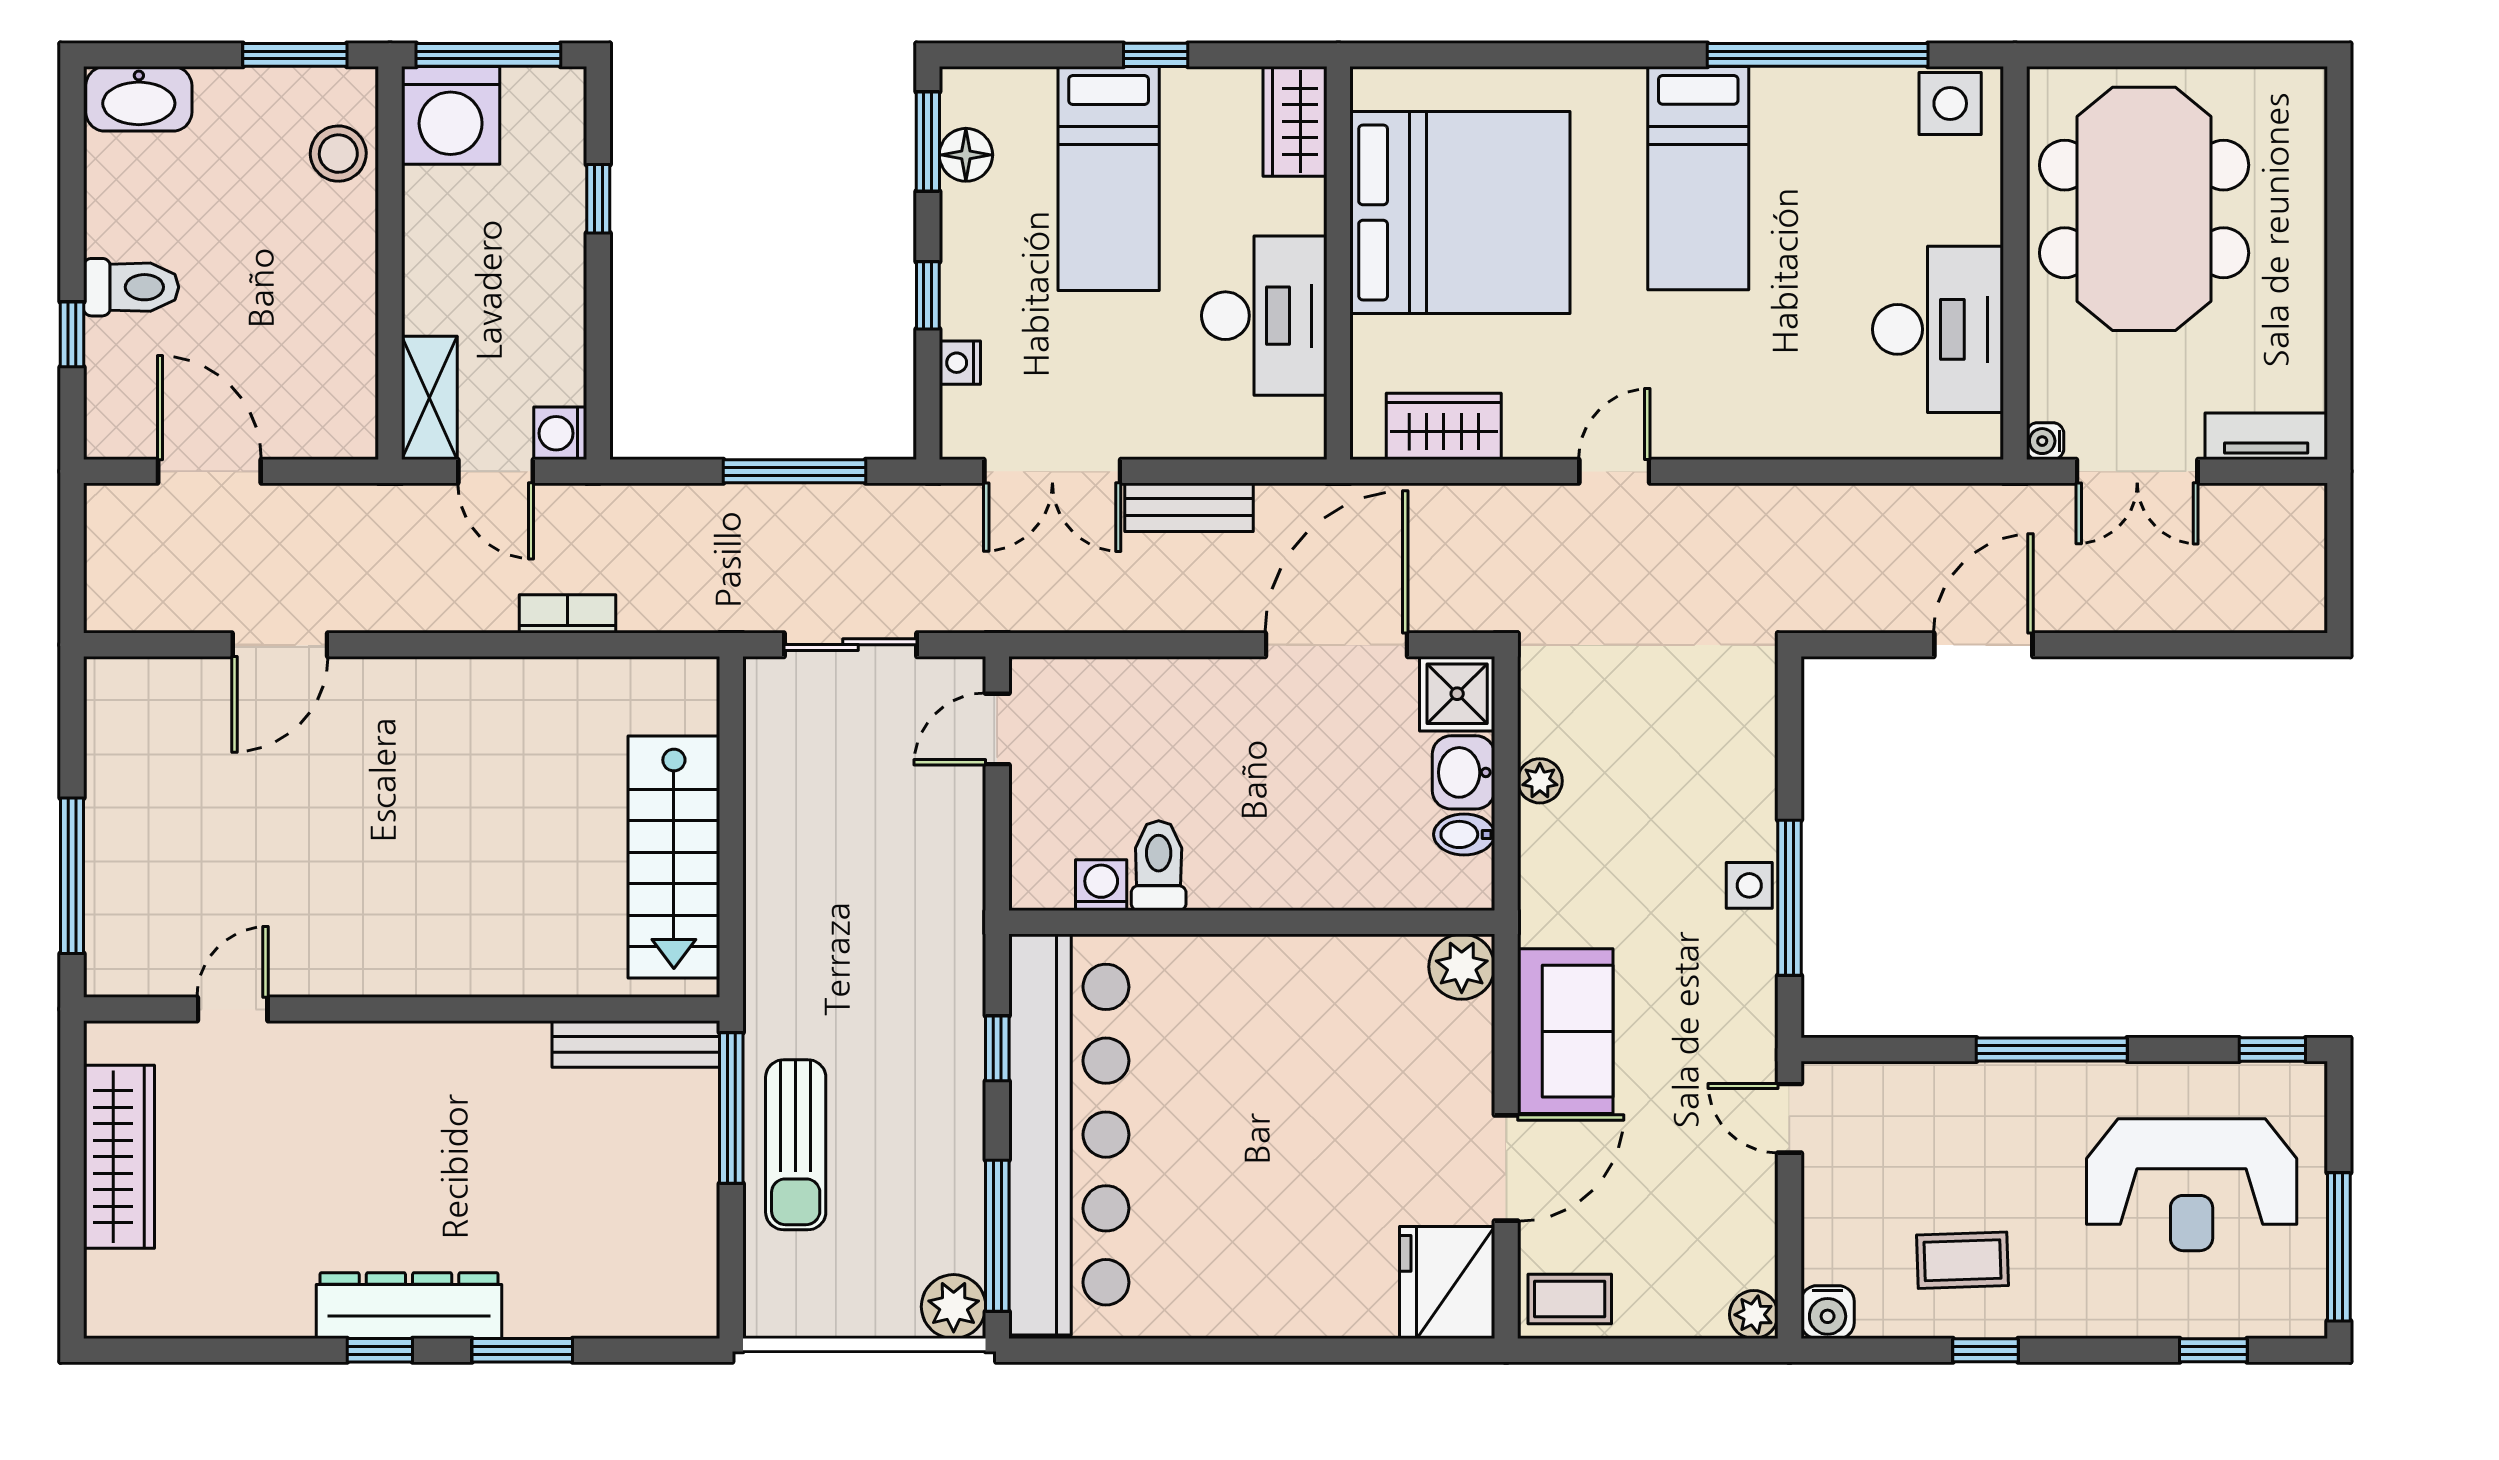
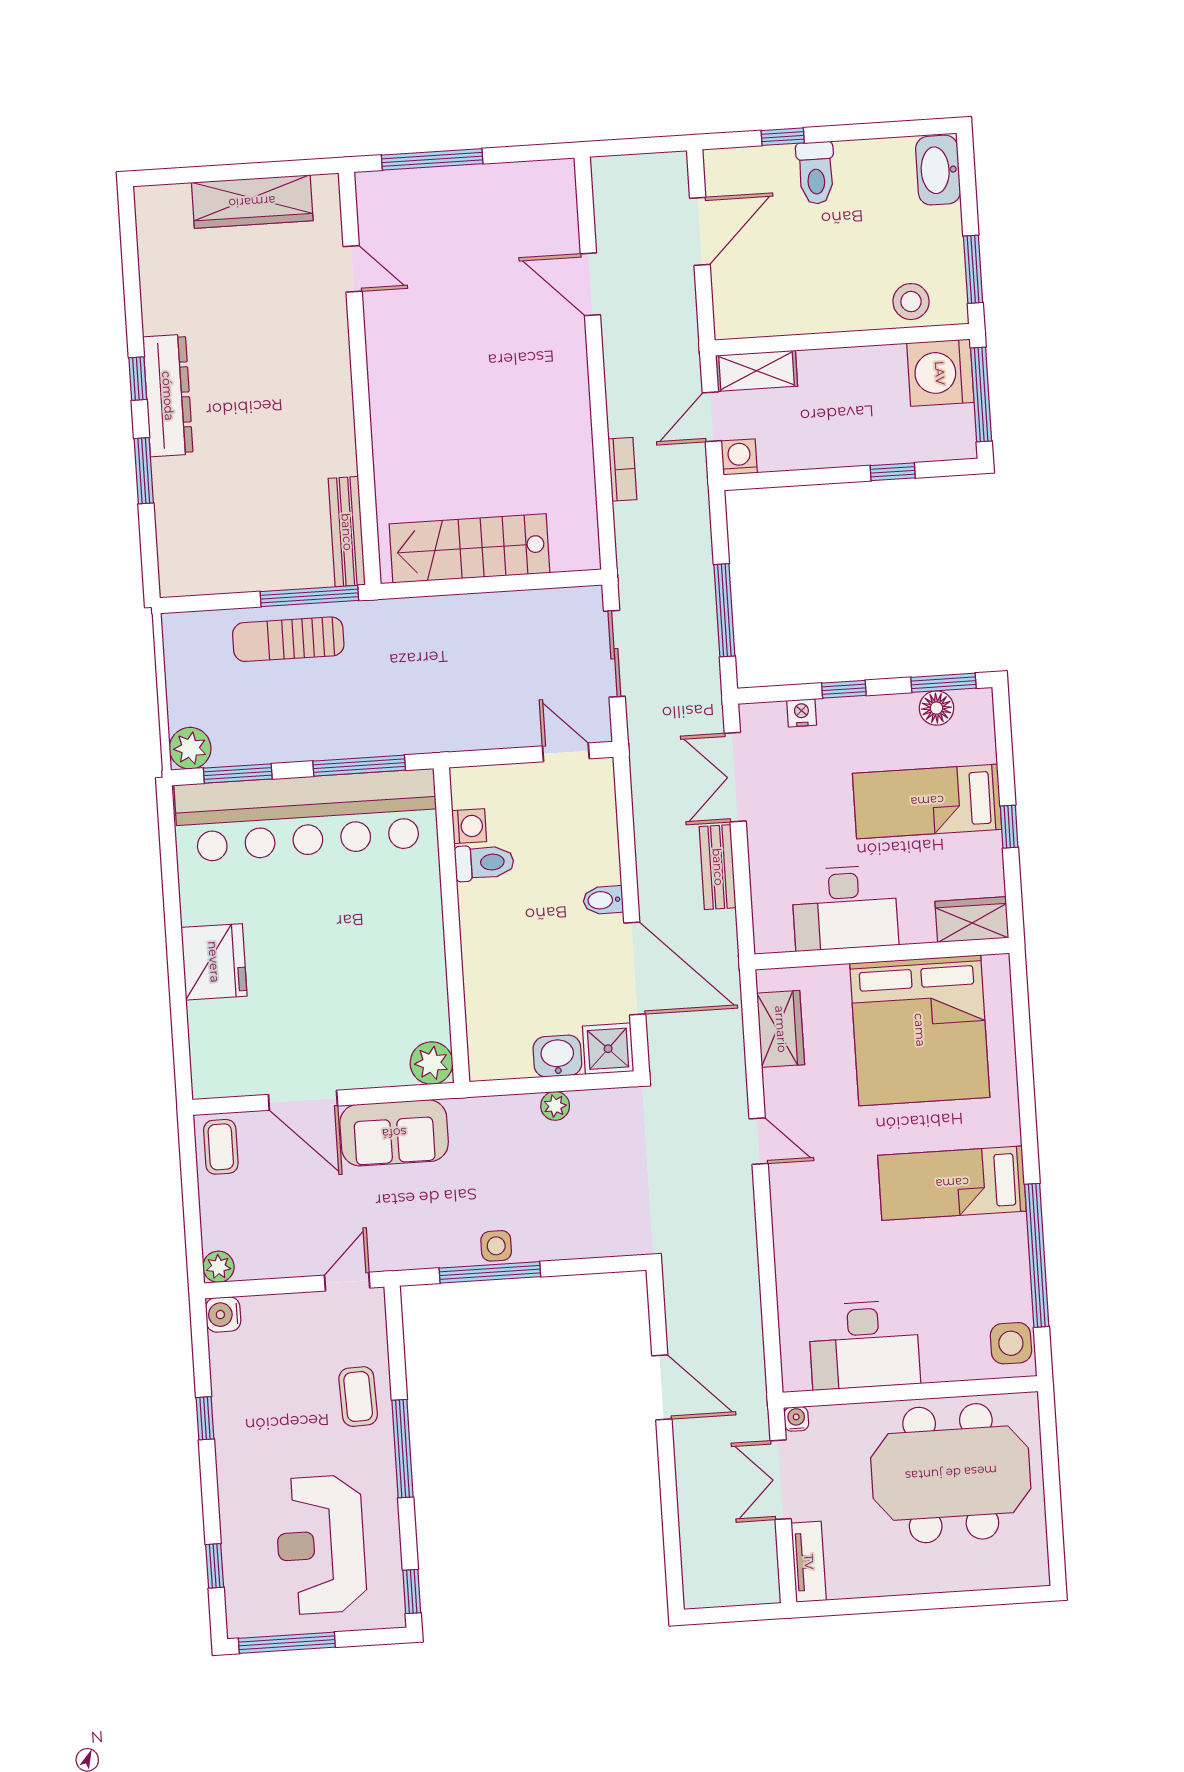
bidet: (1464, 834) -> (603, 900), moved, turned -90
window: (997, 1048) -> (359, 766), width x2.17
window: (997, 1236) -> (238, 774), width x0.69
coffee table: (1963, 1260) -> (358, 1397), moved
fridge: (1447, 1283) -> (214, 962), moved, turned 90

